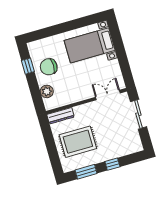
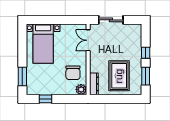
window: (46, 33) -> (22, 77), added
chair: (49, 67) -> (73, 73), moved
plant: (47, 91) -> (81, 89), moved

